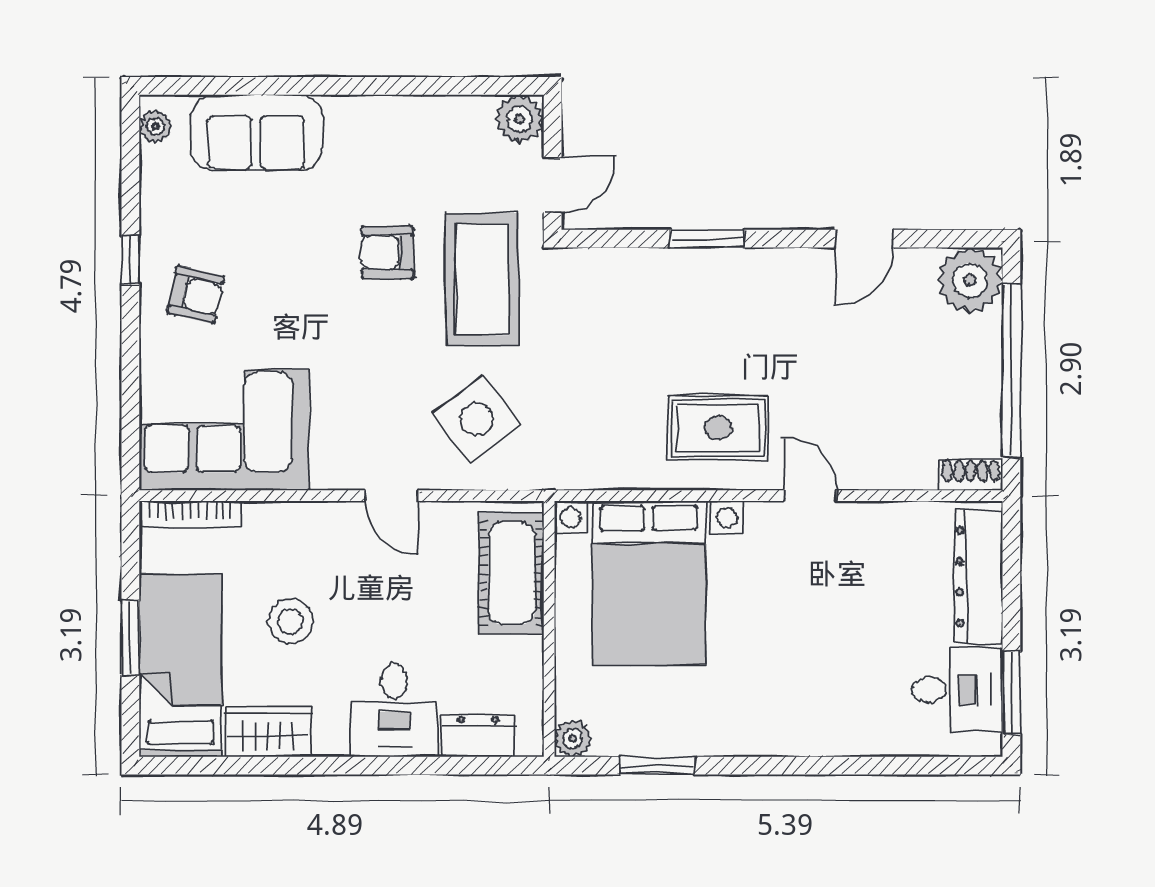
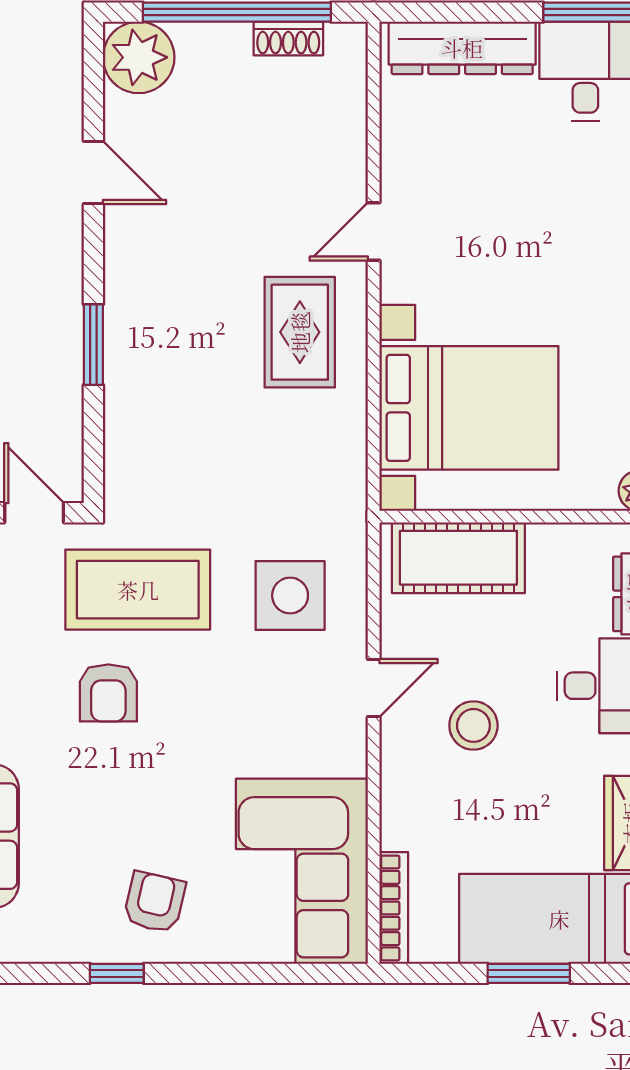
side table: (477, 419) -> (290, 596), turned 37
shoe rack: (971, 475) -> (288, 38), moved, turned -90
stool: (290, 621) -> (473, 725), moved

